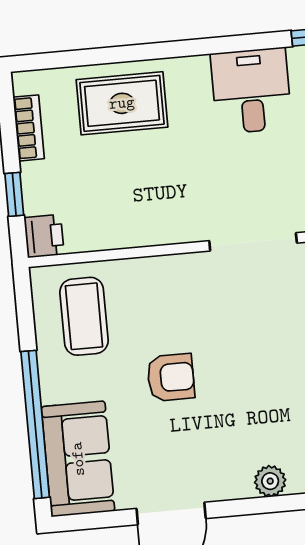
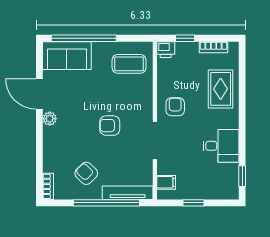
armchair: (172, 203) -> (175, 107), added
armchair: (171, 377) -> (110, 126), moved, turned 90
plant: (270, 481) -> (50, 119), moved

